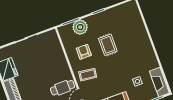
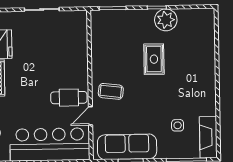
plant: (80, 27) -> (166, 20), moved
armchair: (84, 52) -> (116, 57), removed

